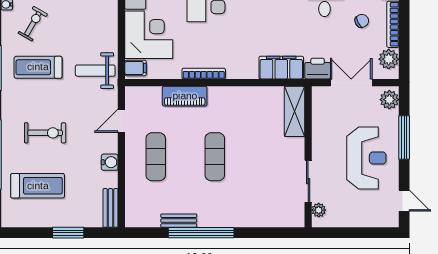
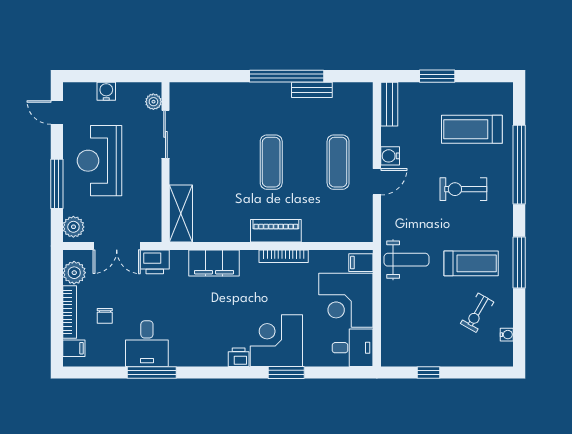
chair: (362, 21) -> (105, 316), turned -62
filing cabinet: (281, 68) -> (214, 263), moved
piano: (185, 96) -> (276, 231), moved
door: (121, 121) -> (377, 182), moved
water cooler: (360, 219) -> (106, 91), added

